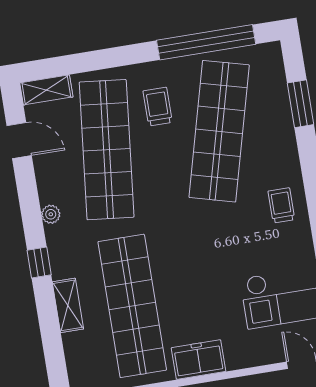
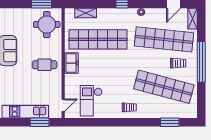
window: (206, 42) -> (201, 62), moved
shelving: (68, 305) -> (86, 13), moved

